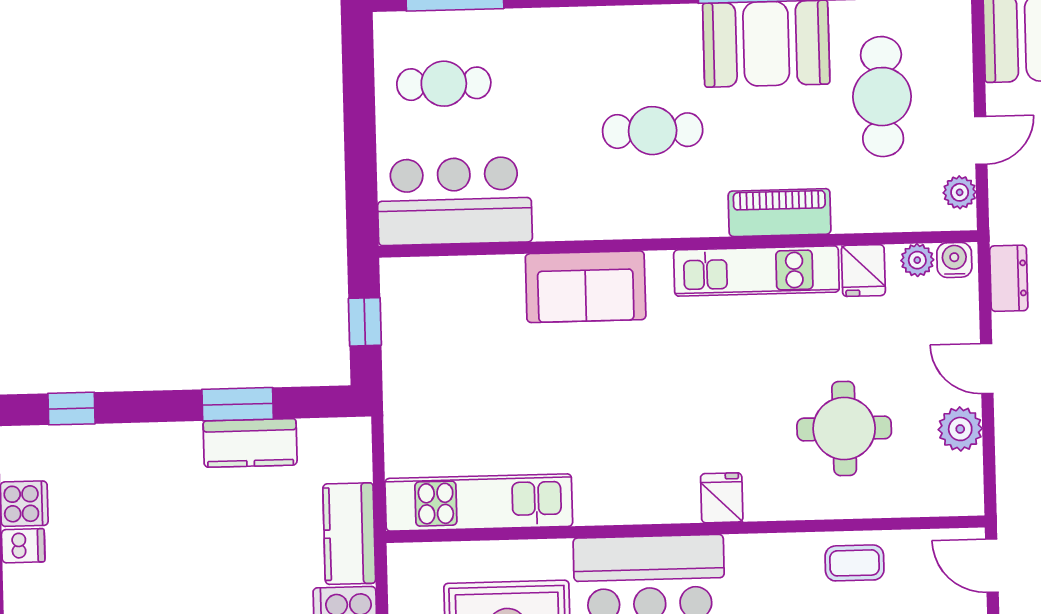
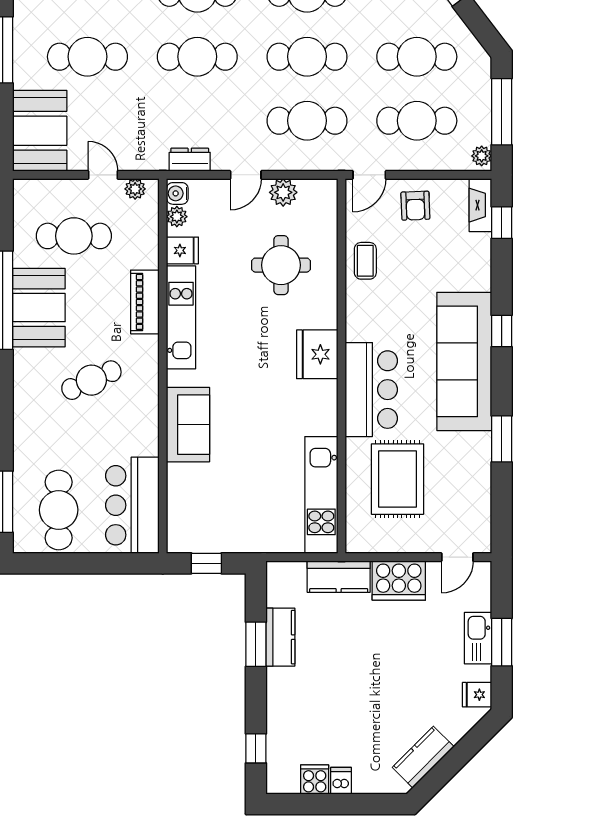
cafe table: (444, 84) -> (59, 510), width x1.37, depth x1.35
cafe table: (653, 131) -> (91, 380), turned 66
fridge: (722, 498) -> (317, 354), width x1.88, depth x1.34

